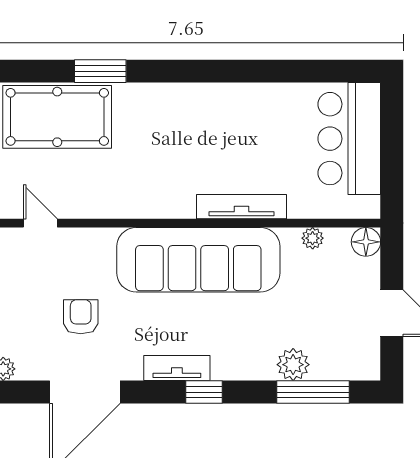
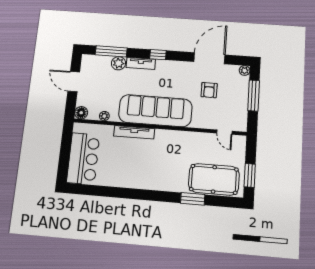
tv unit: (177, 368) -> (141, 63), moved

